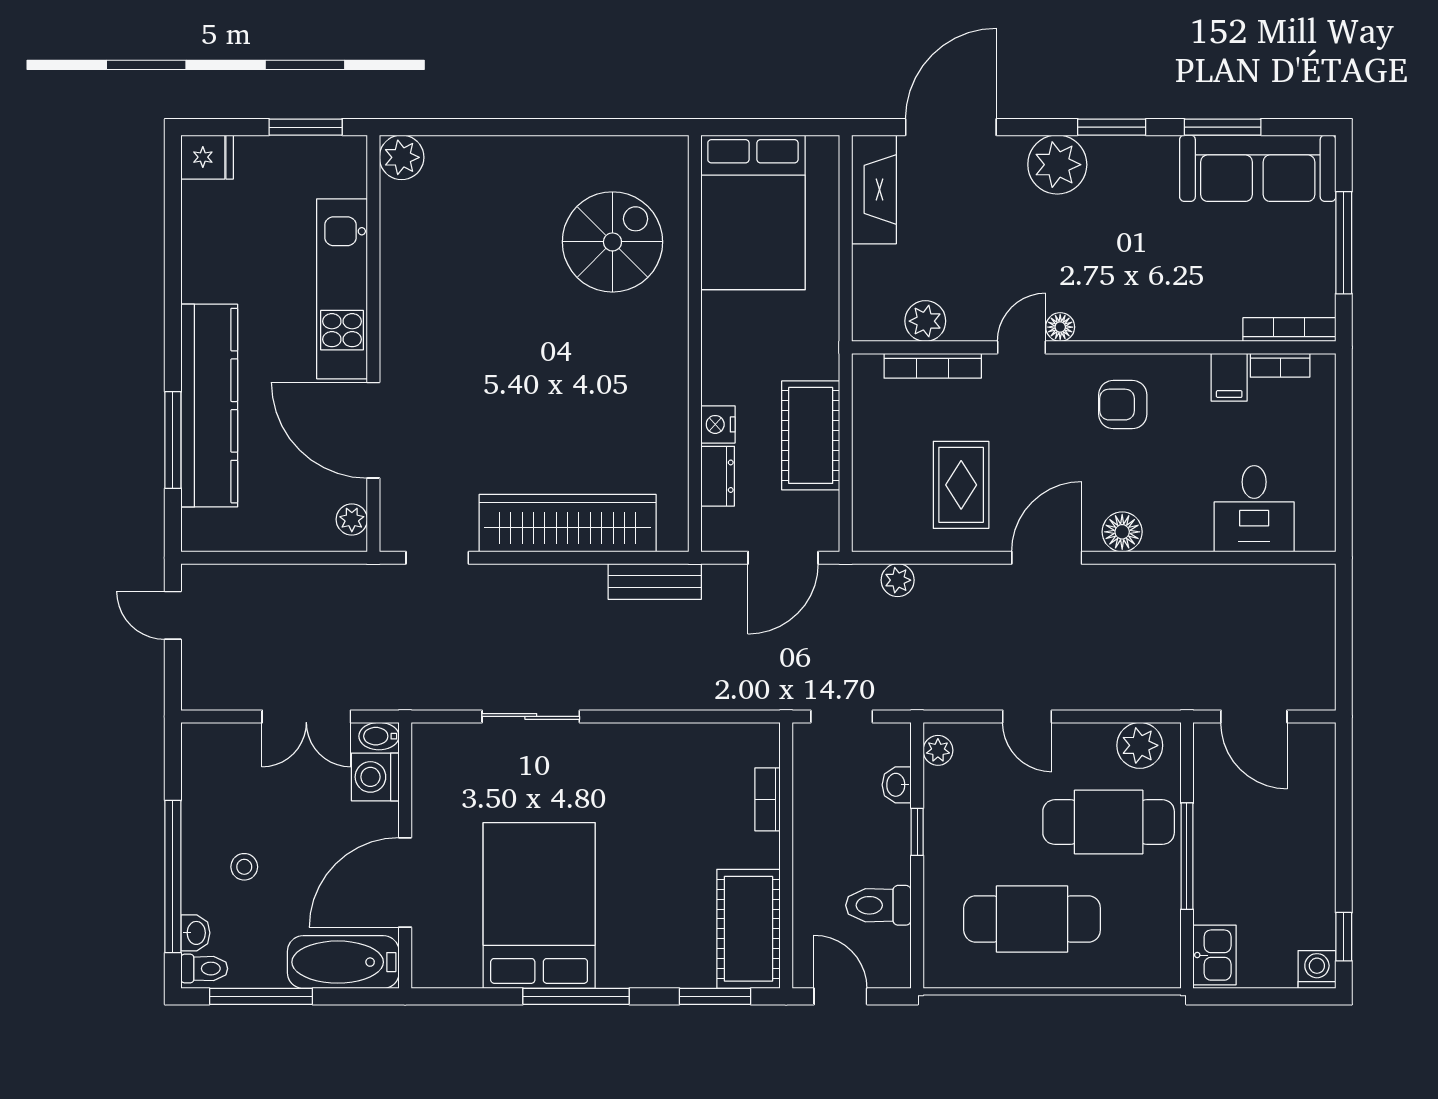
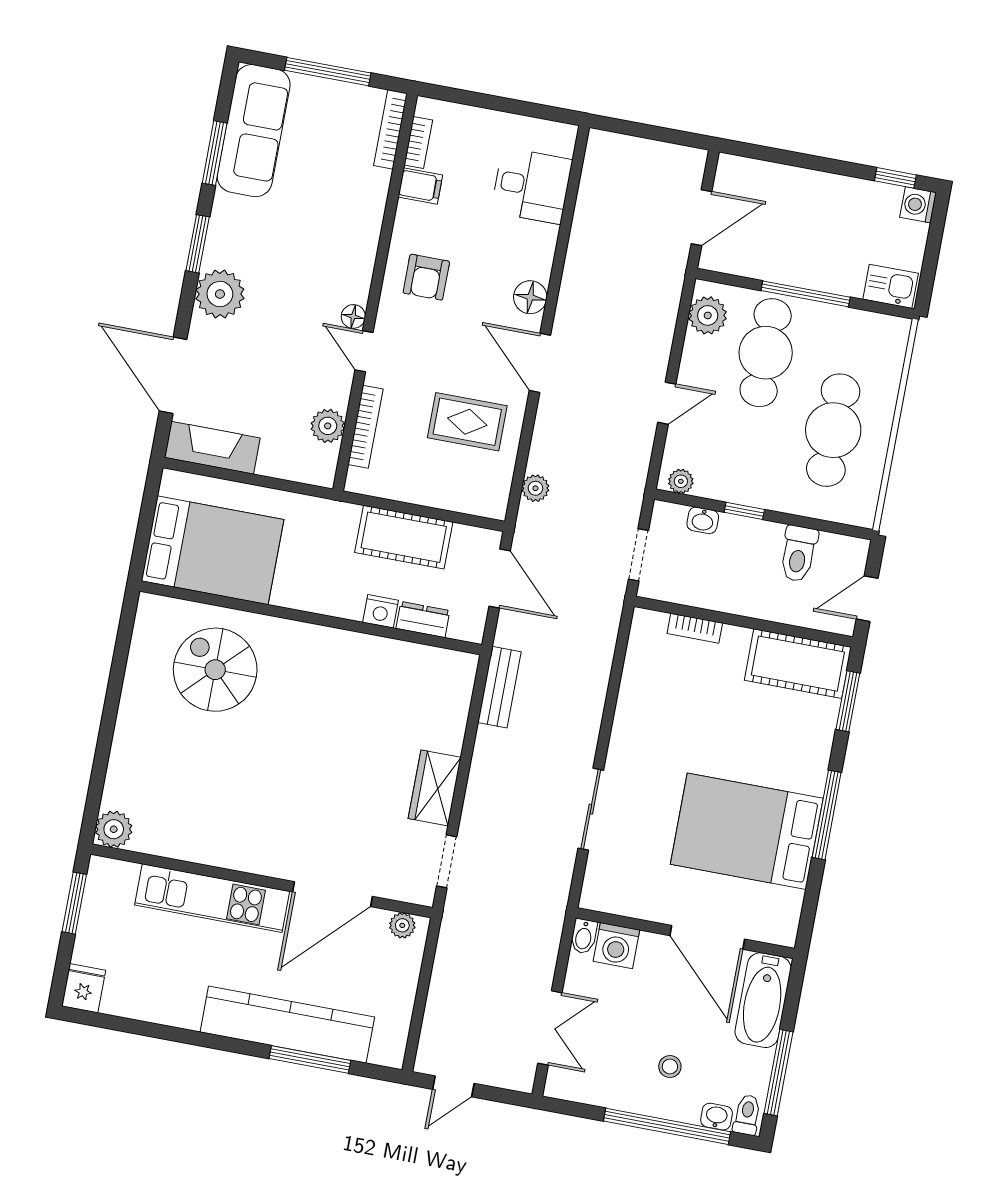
wardrobe: (568, 523) -> (435, 788), width x0.48, depth x0.85
double door: (306, 716) -> (550, 1028), moved

